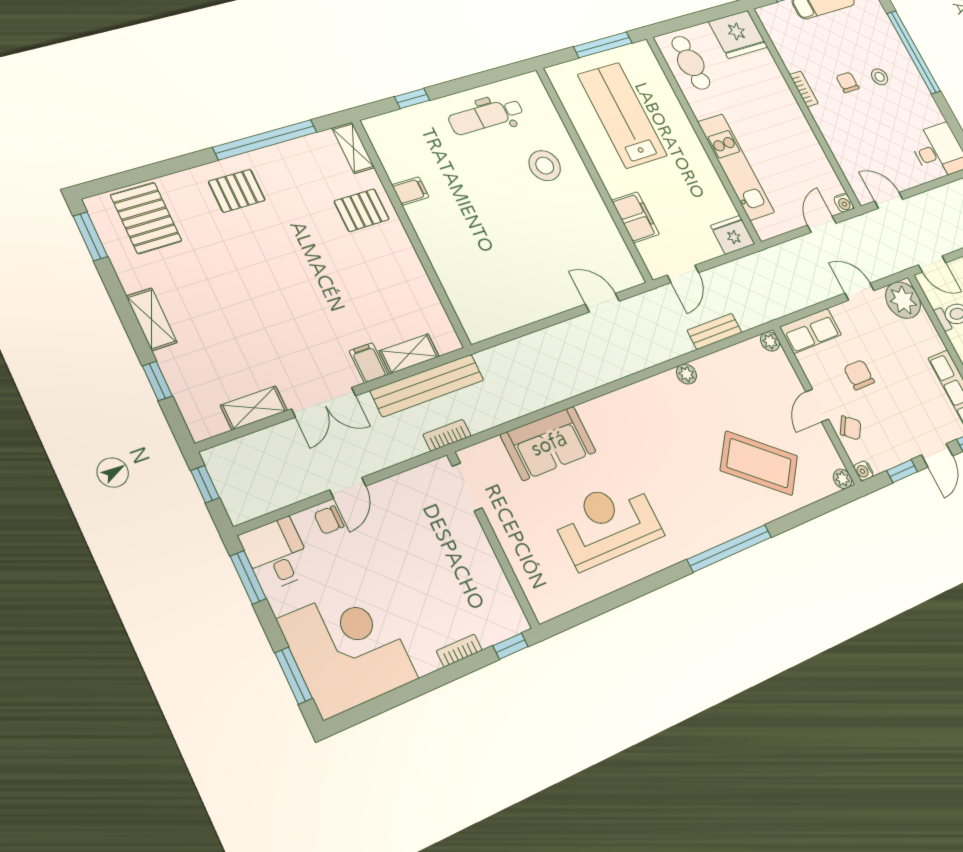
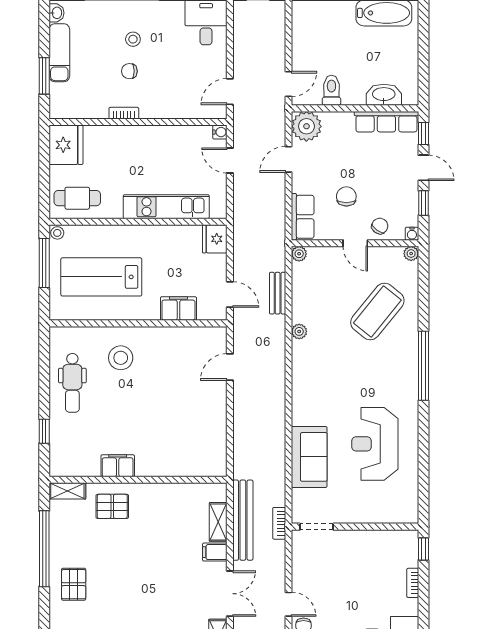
stool: (643, 51) -> (57, 233), added
filing cabinet: (410, 191) -> (118, 466), width x2.00
pallet: (362, 210) -> (112, 506), turned 90
chair: (859, 375) -> (346, 196), turned 90

